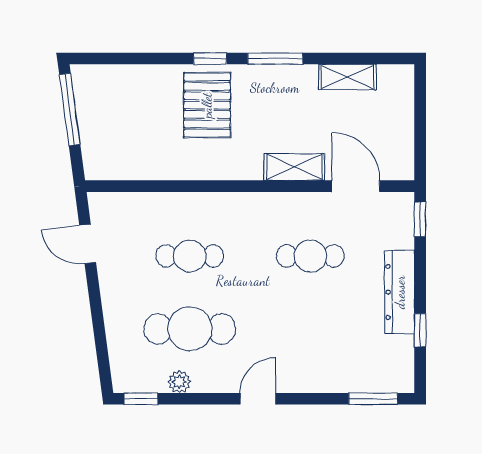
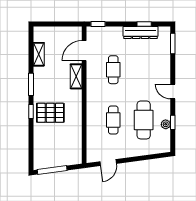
dresser: (400, 292) -> (141, 32), moved
window: (141, 399) -> (173, 122), moved

